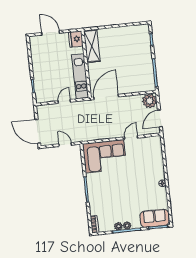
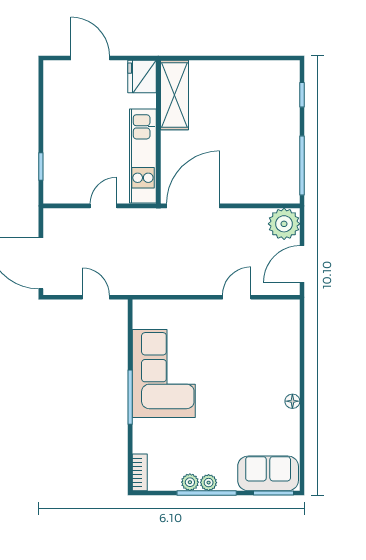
corner sofa: (105, 156) -> (164, 374), moved, turned -90

